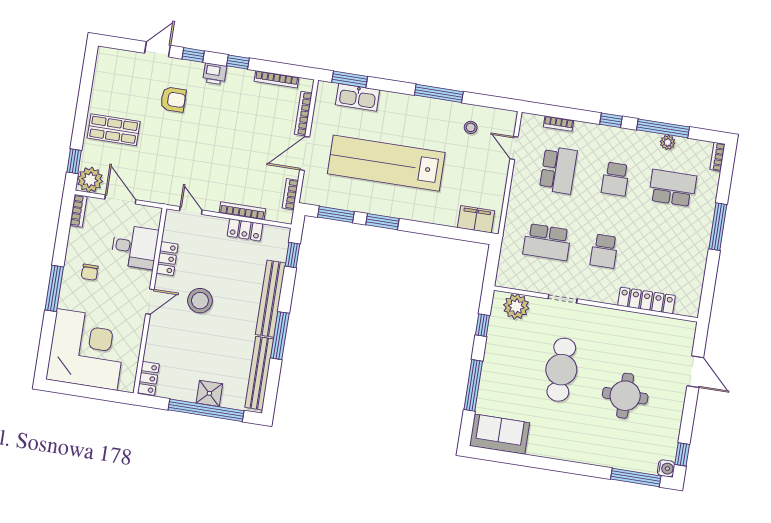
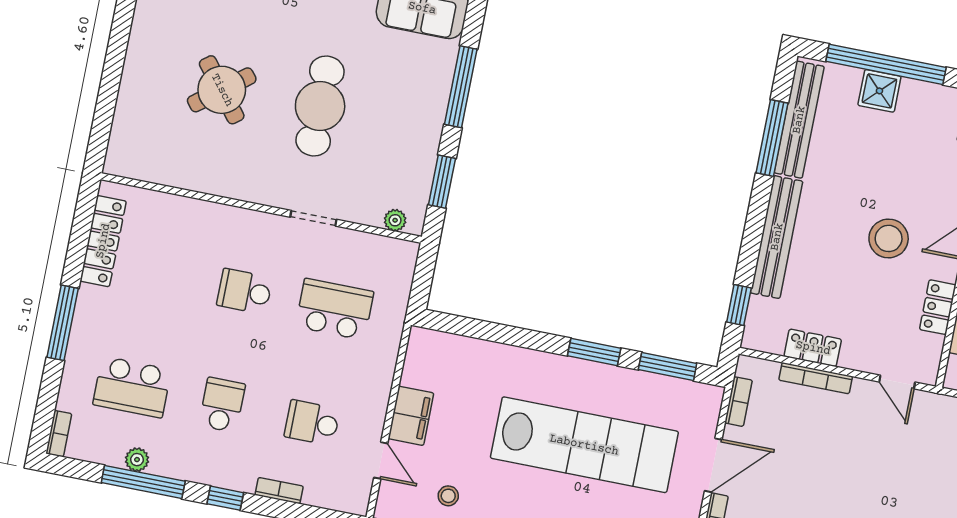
bookcase: (558, 124) -> (279, 491), moved
school desk: (558, 170) -> (312, 423), width x0.54
filing cabinet: (476, 219) -> (411, 416), moved, turned -90
school desk: (604, 251) -> (245, 291), turned -90
locker: (646, 300) -> (103, 241), moved, turned -90
plant: (516, 307) -> (395, 220), width x0.53, depth x0.53
window: (483, 325) -> (442, 182), width x1.50
window: (280, 336) -> (772, 138), moved
door: (695, 372) -> (108, 94), removed
round table: (625, 396) -> (222, 90), moved, turned -38

